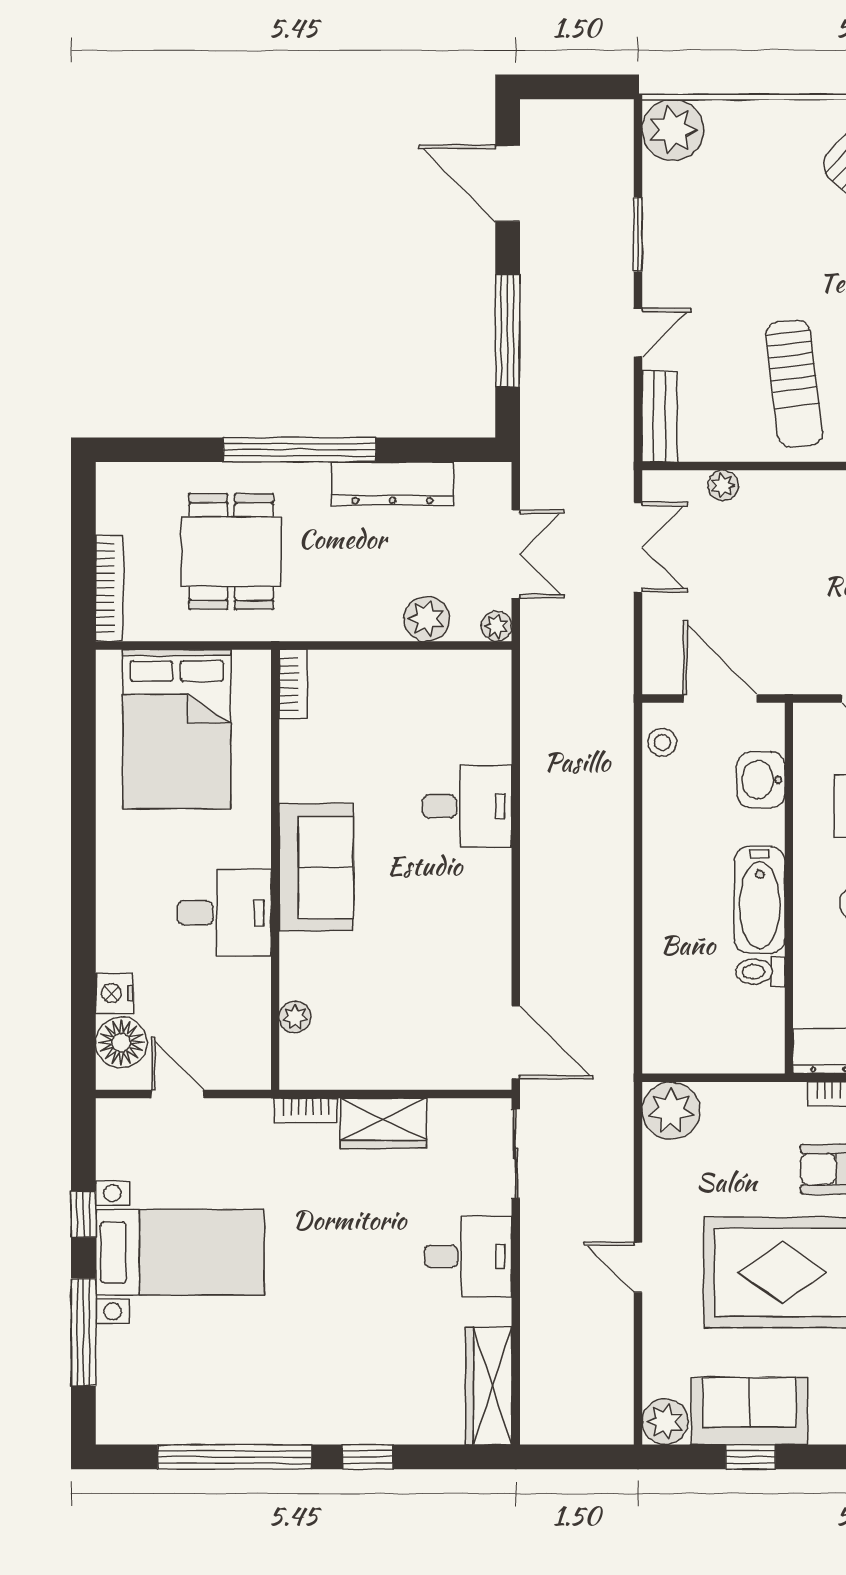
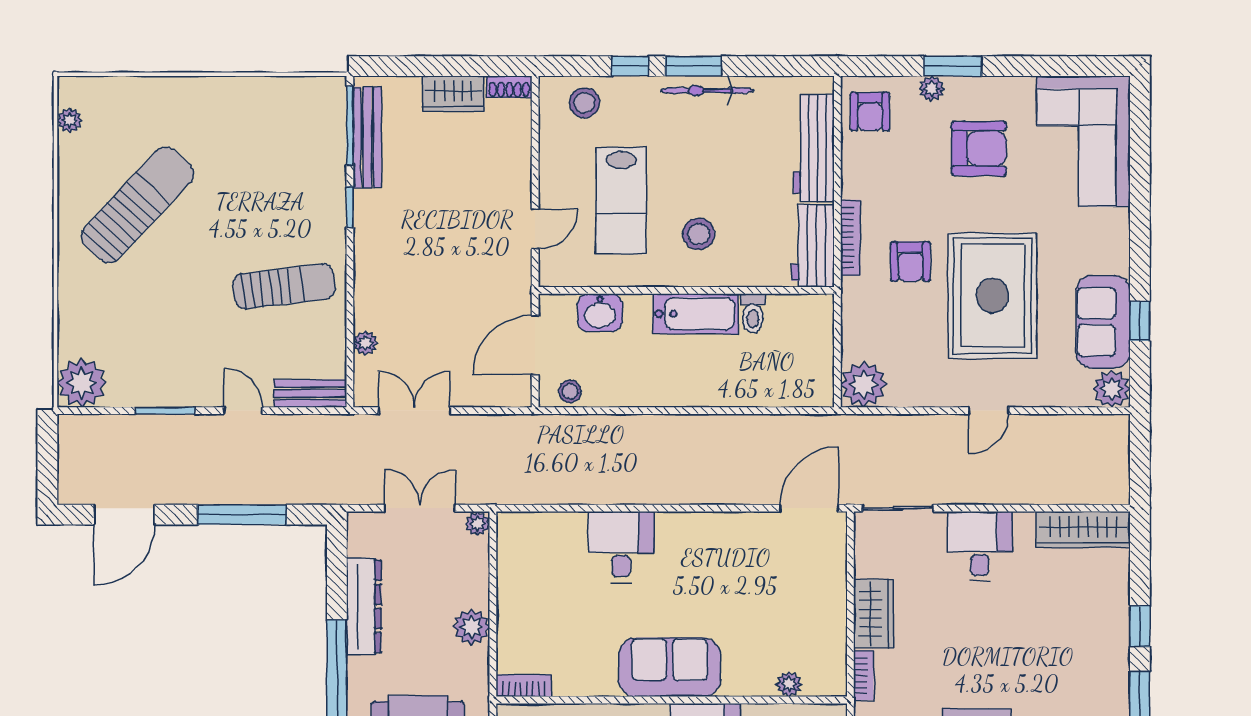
plant: (427, 619) -> (472, 627), moved

